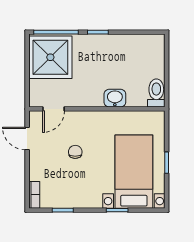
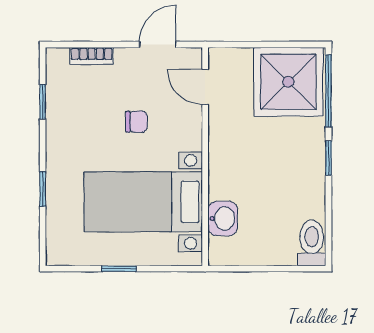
toilet: (156, 93) -> (312, 243), moved, turned -90
washbasin: (115, 98) -> (223, 219), moved
bed with nightstands: (134, 172) -> (143, 202), moved, turned 180
bookcase: (34, 195) -> (92, 56), moved

